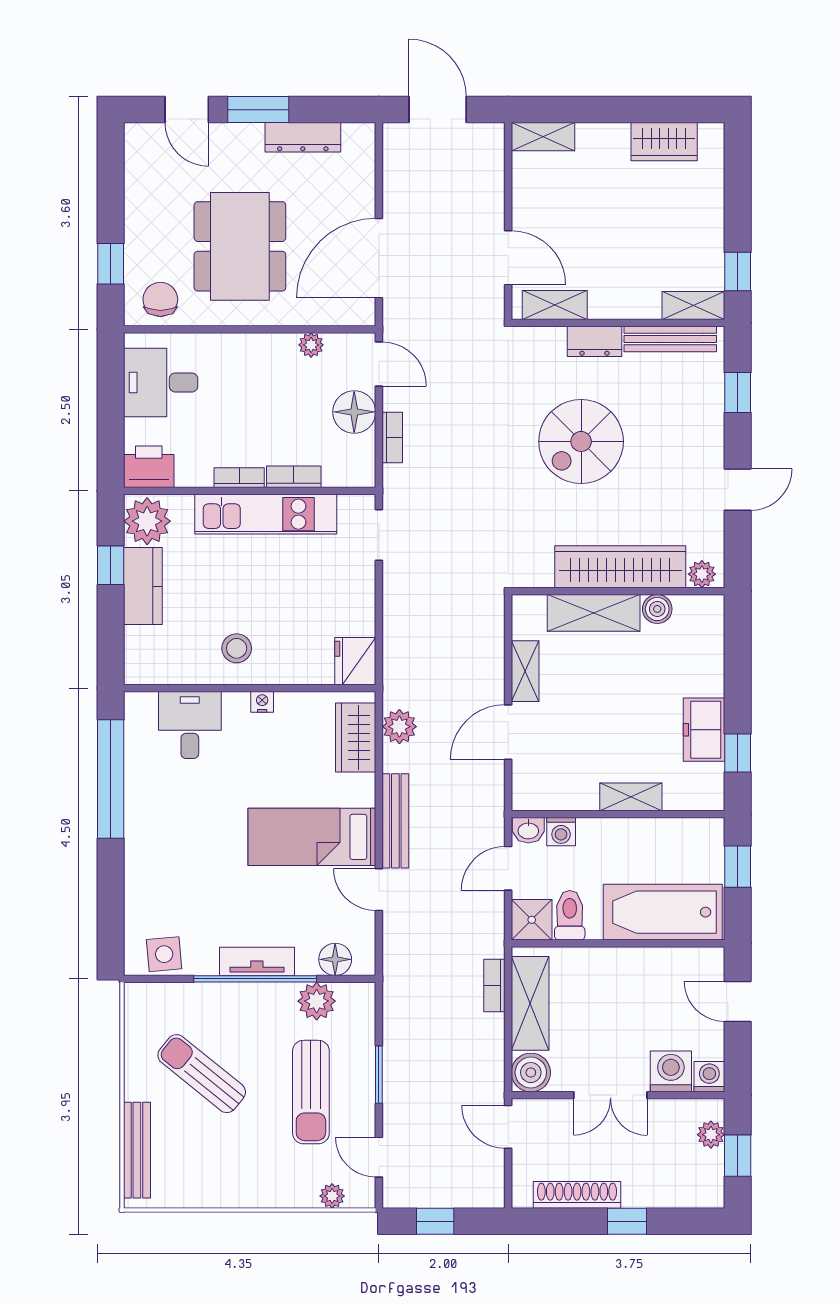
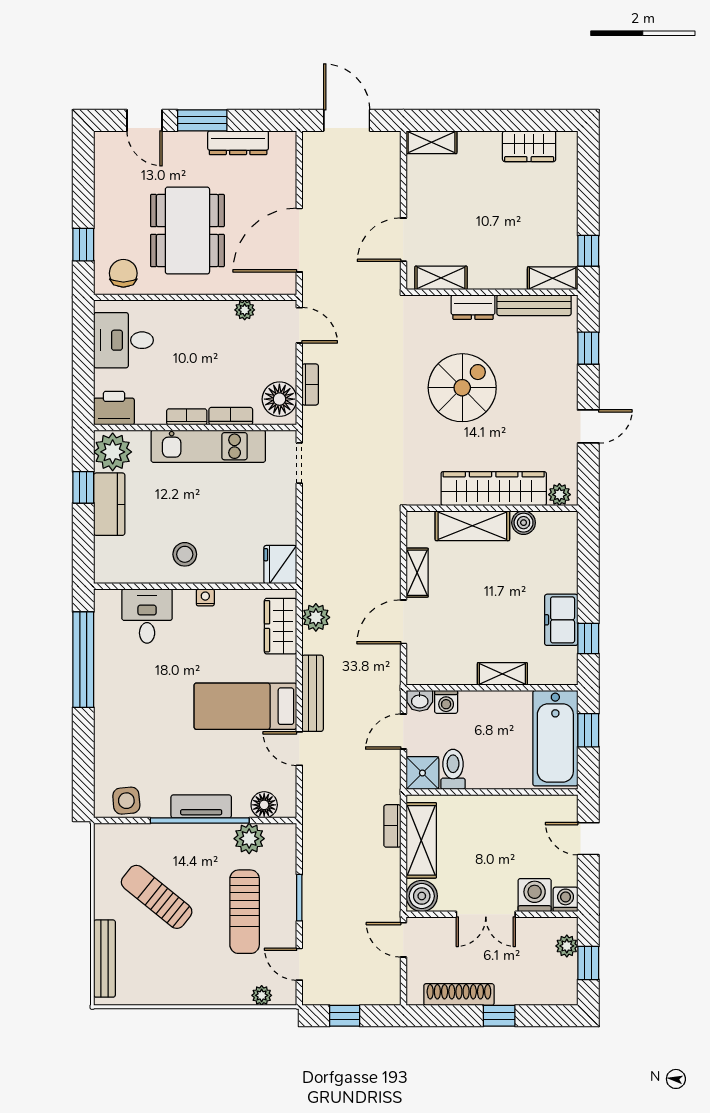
door: (508, 258) -> (403, 240), swing flipped
floor lamp: (354, 412) -> (279, 399), moved
spiral stairs: (581, 441) -> (462, 388), turned 180
bathtub: (663, 912) -> (555, 738), moved, turned -90

